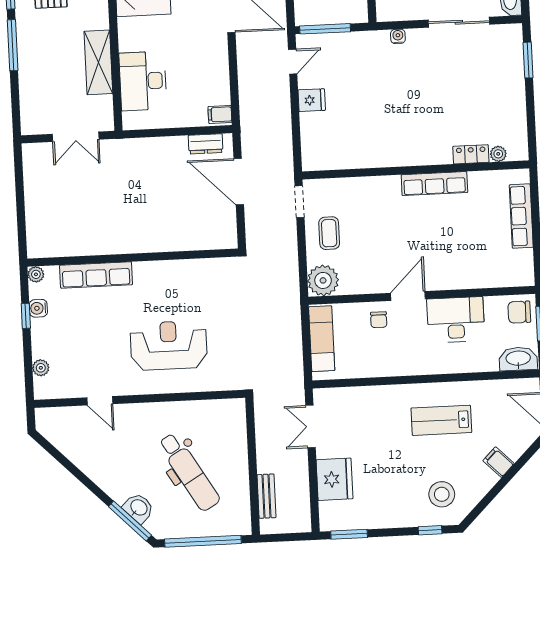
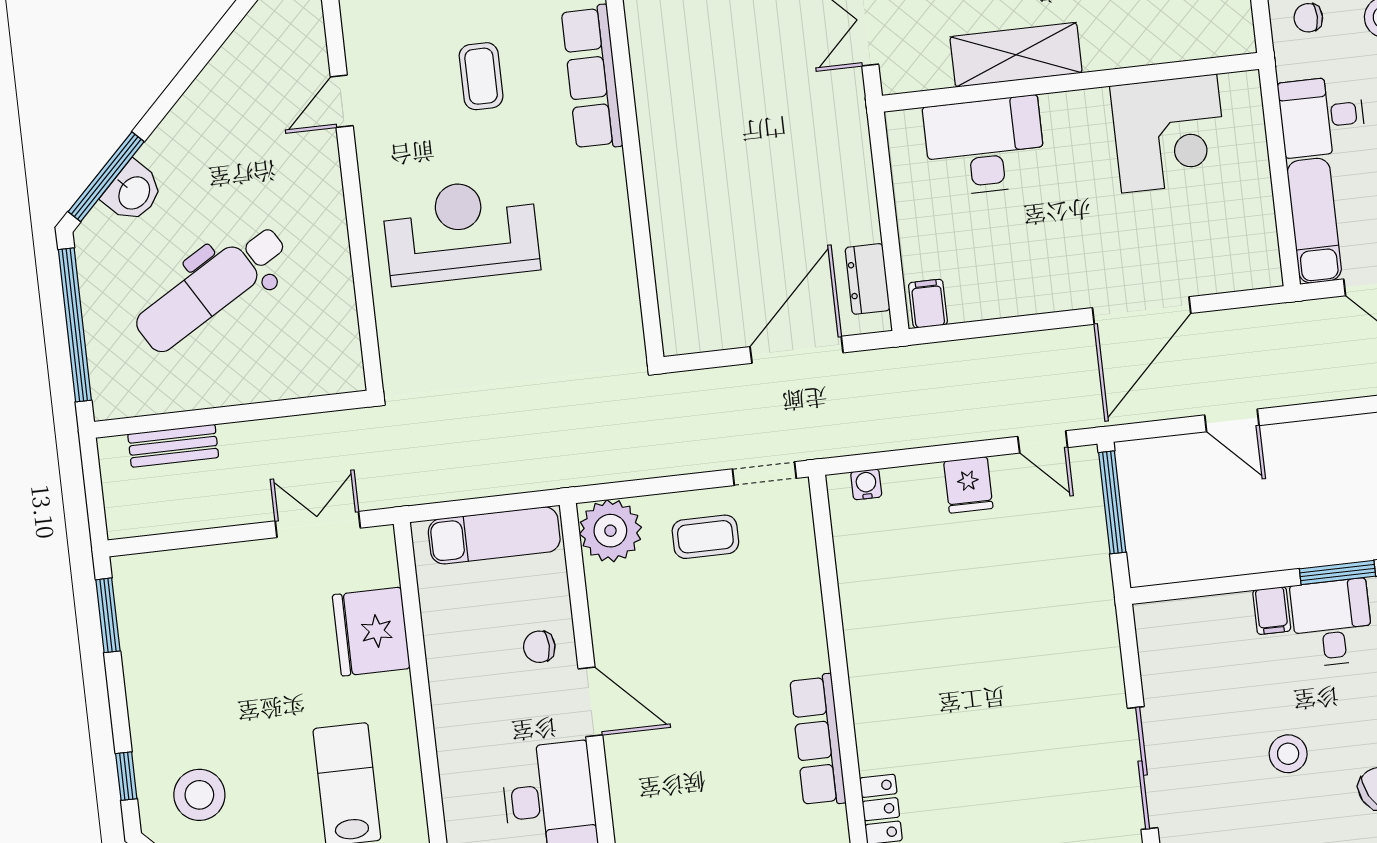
water cooler: (398, 36) -> (866, 484), moved, turned -90
coffee table: (92, 330) -> (481, 76), added
reception desk: (169, 345) -> (461, 231), turned -90
fridge: (334, 479) -> (371, 632), moved, turned 90

